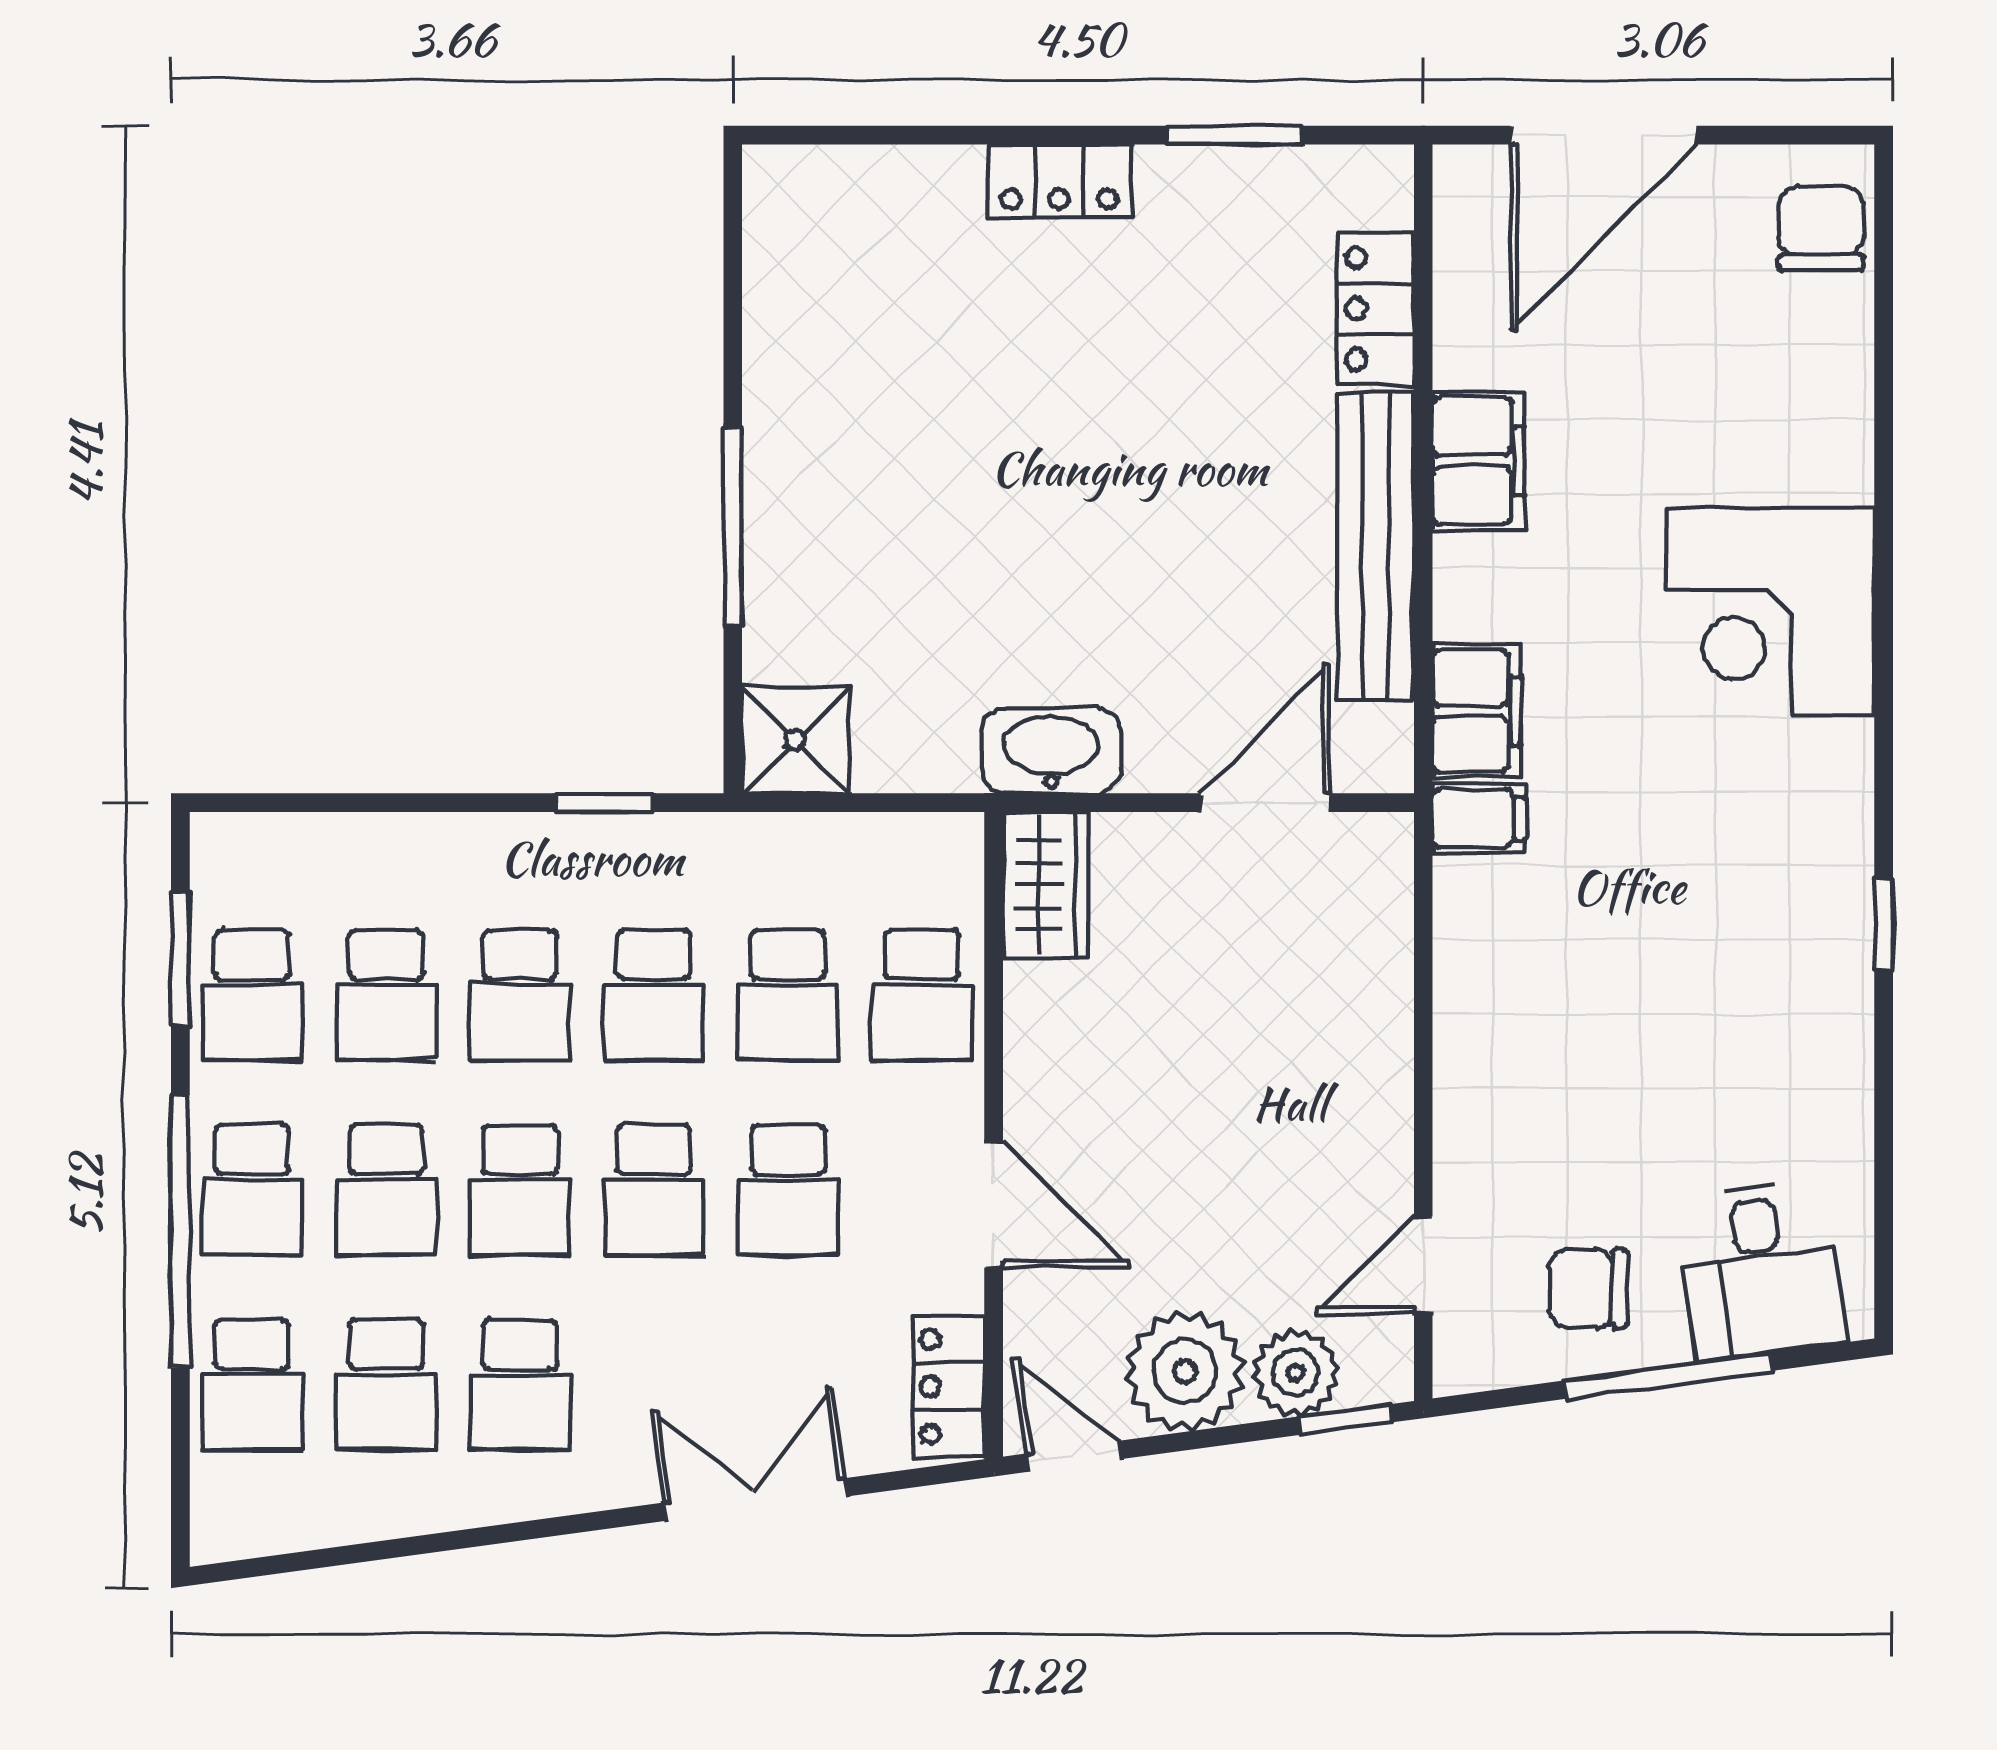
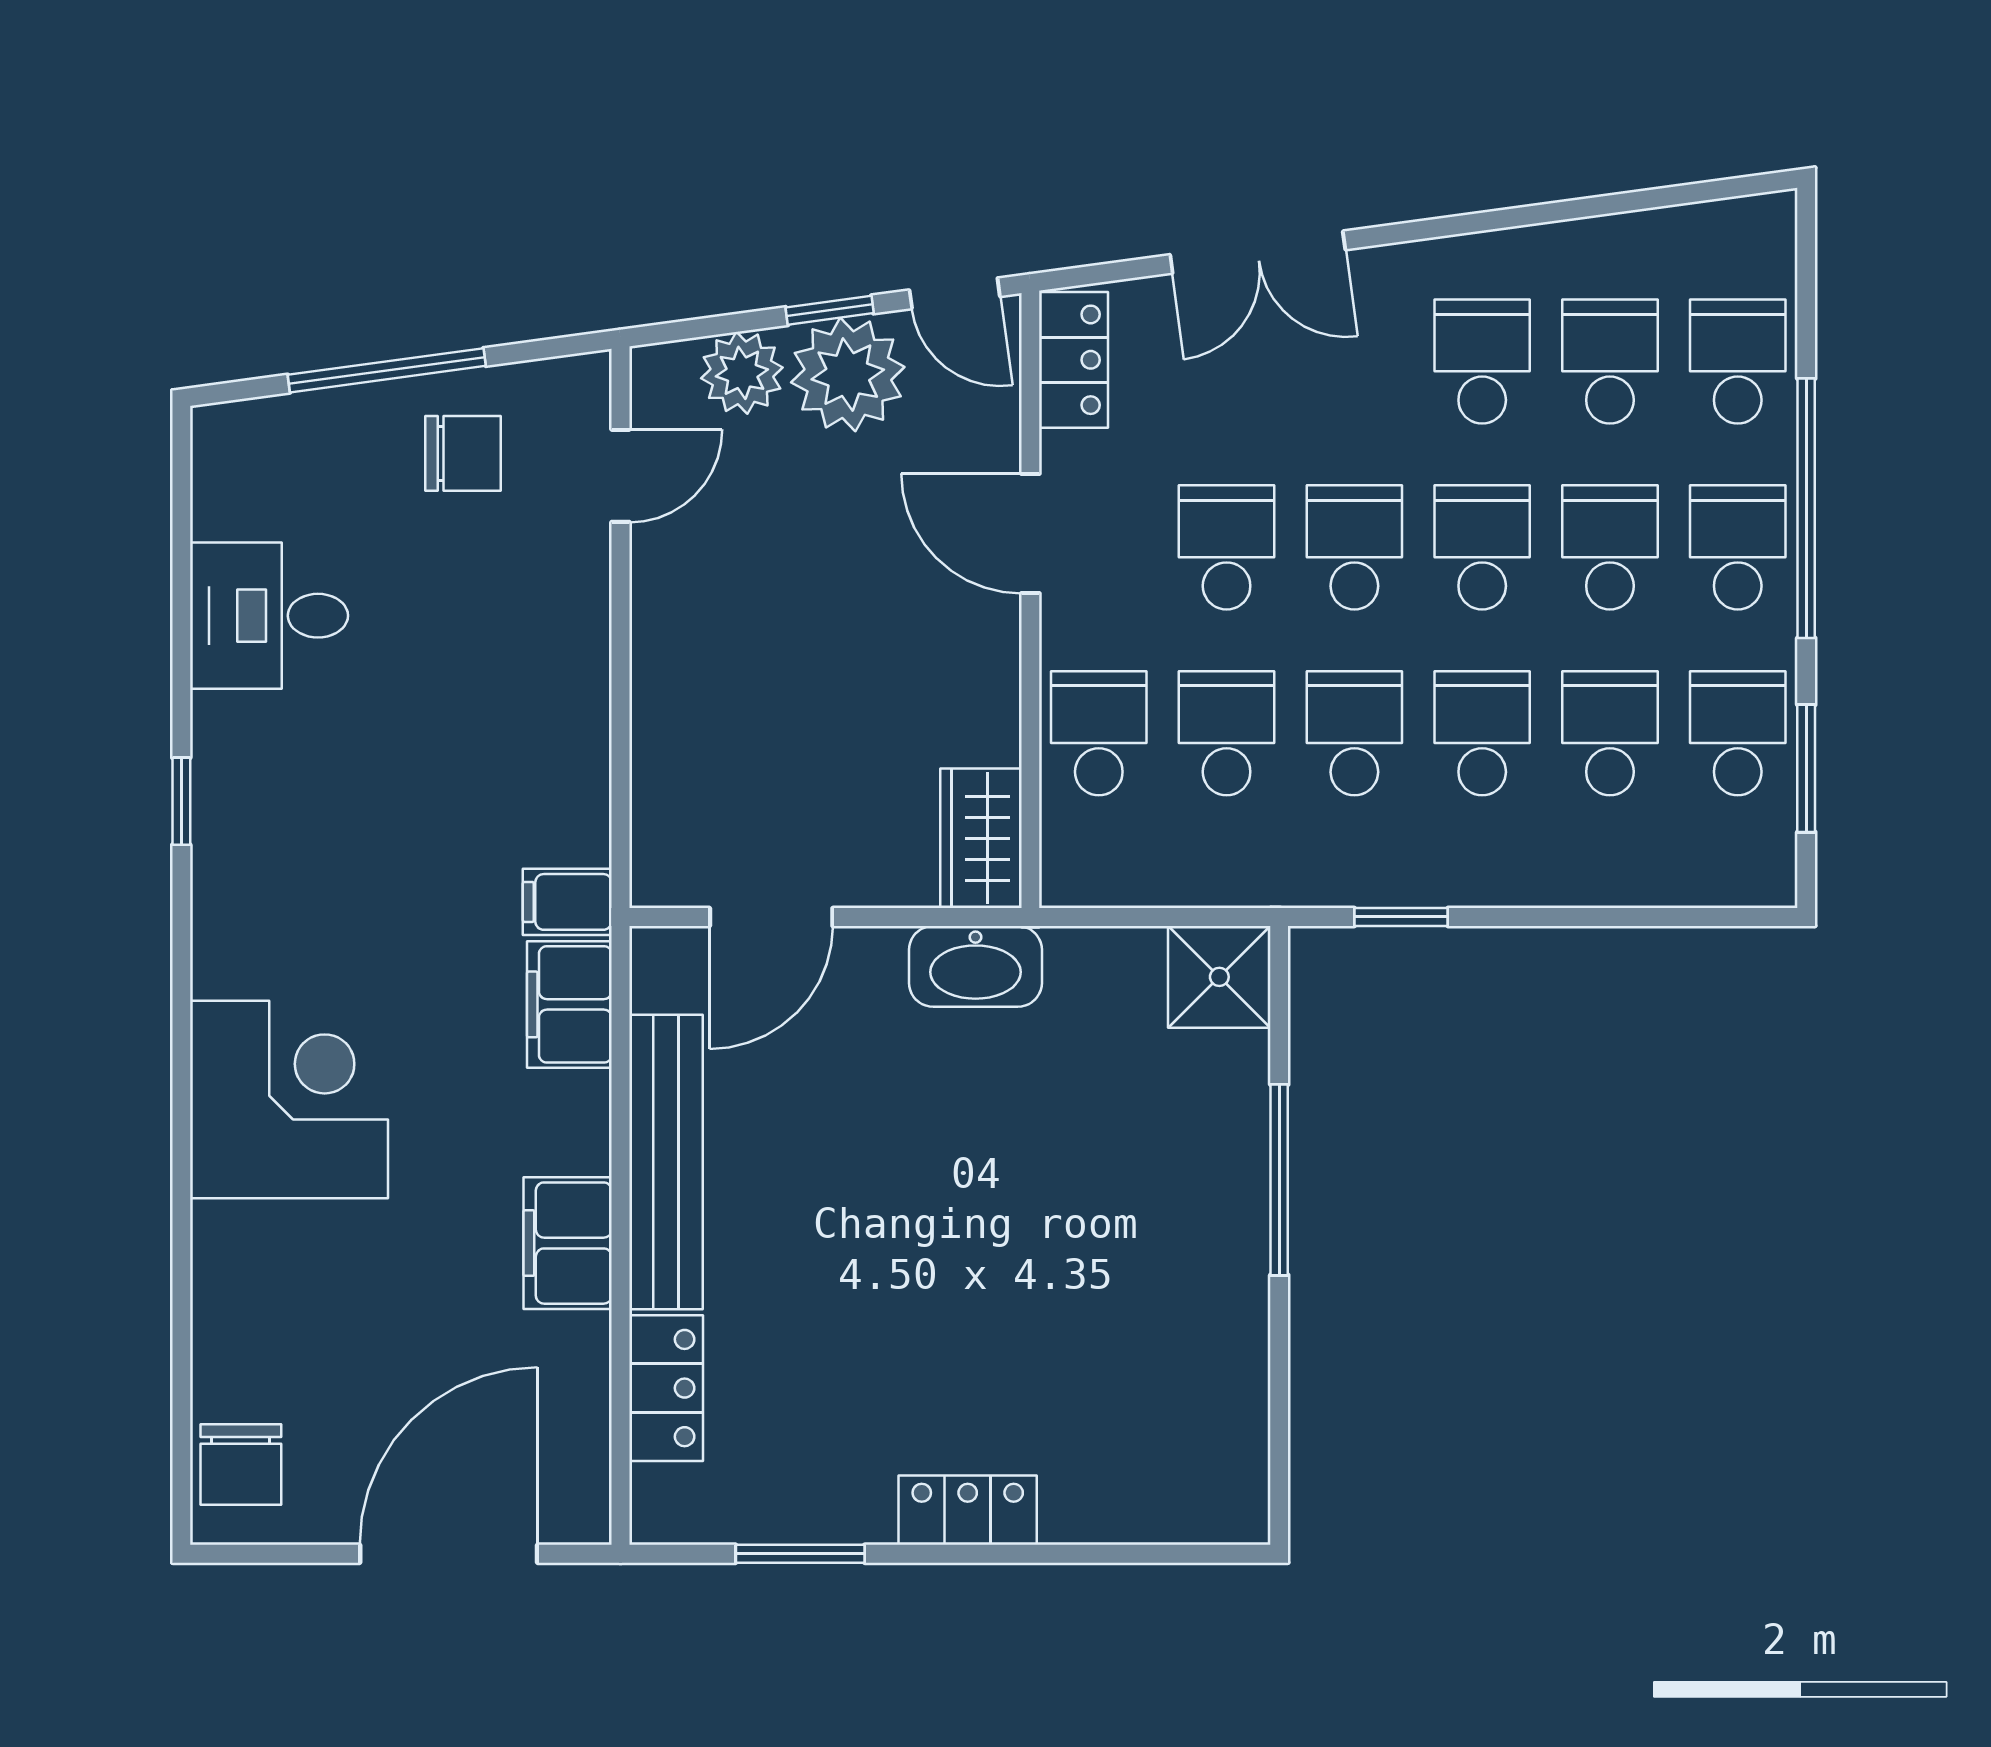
desk: (1761, 1270) -> (269, 616), moved, turned -82
window: (1345, 1419) -> (830, 310), moved

